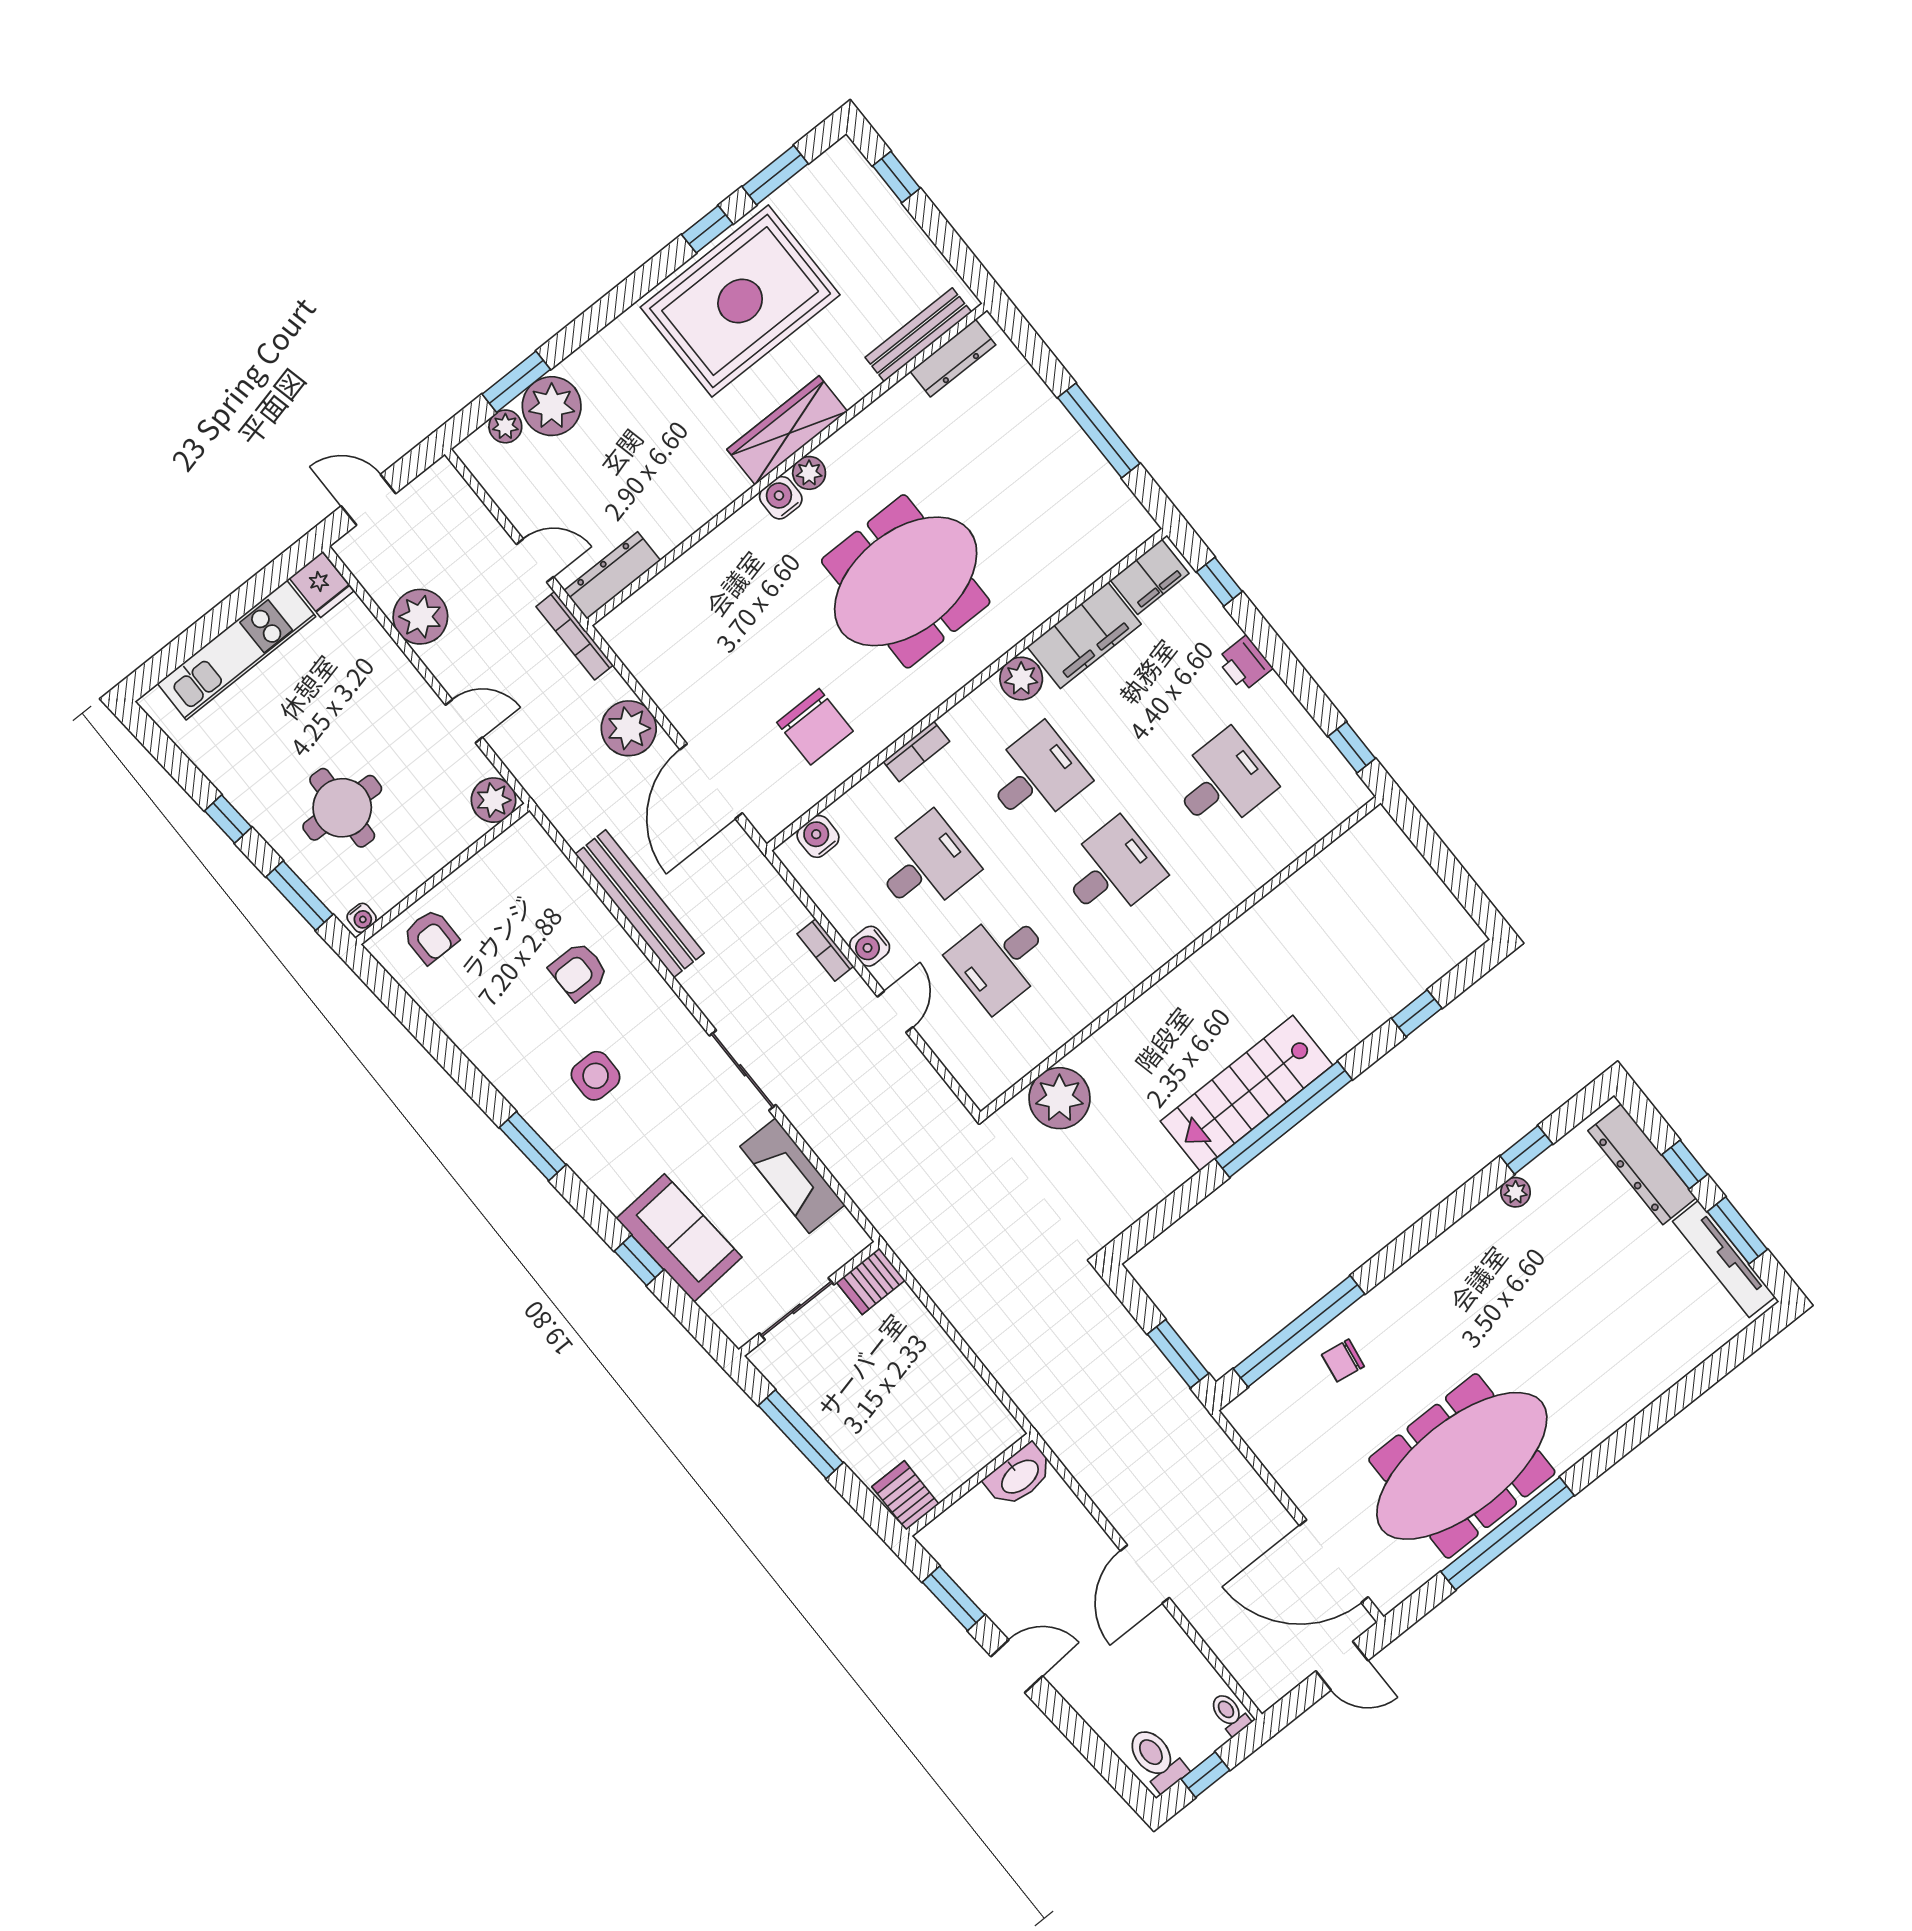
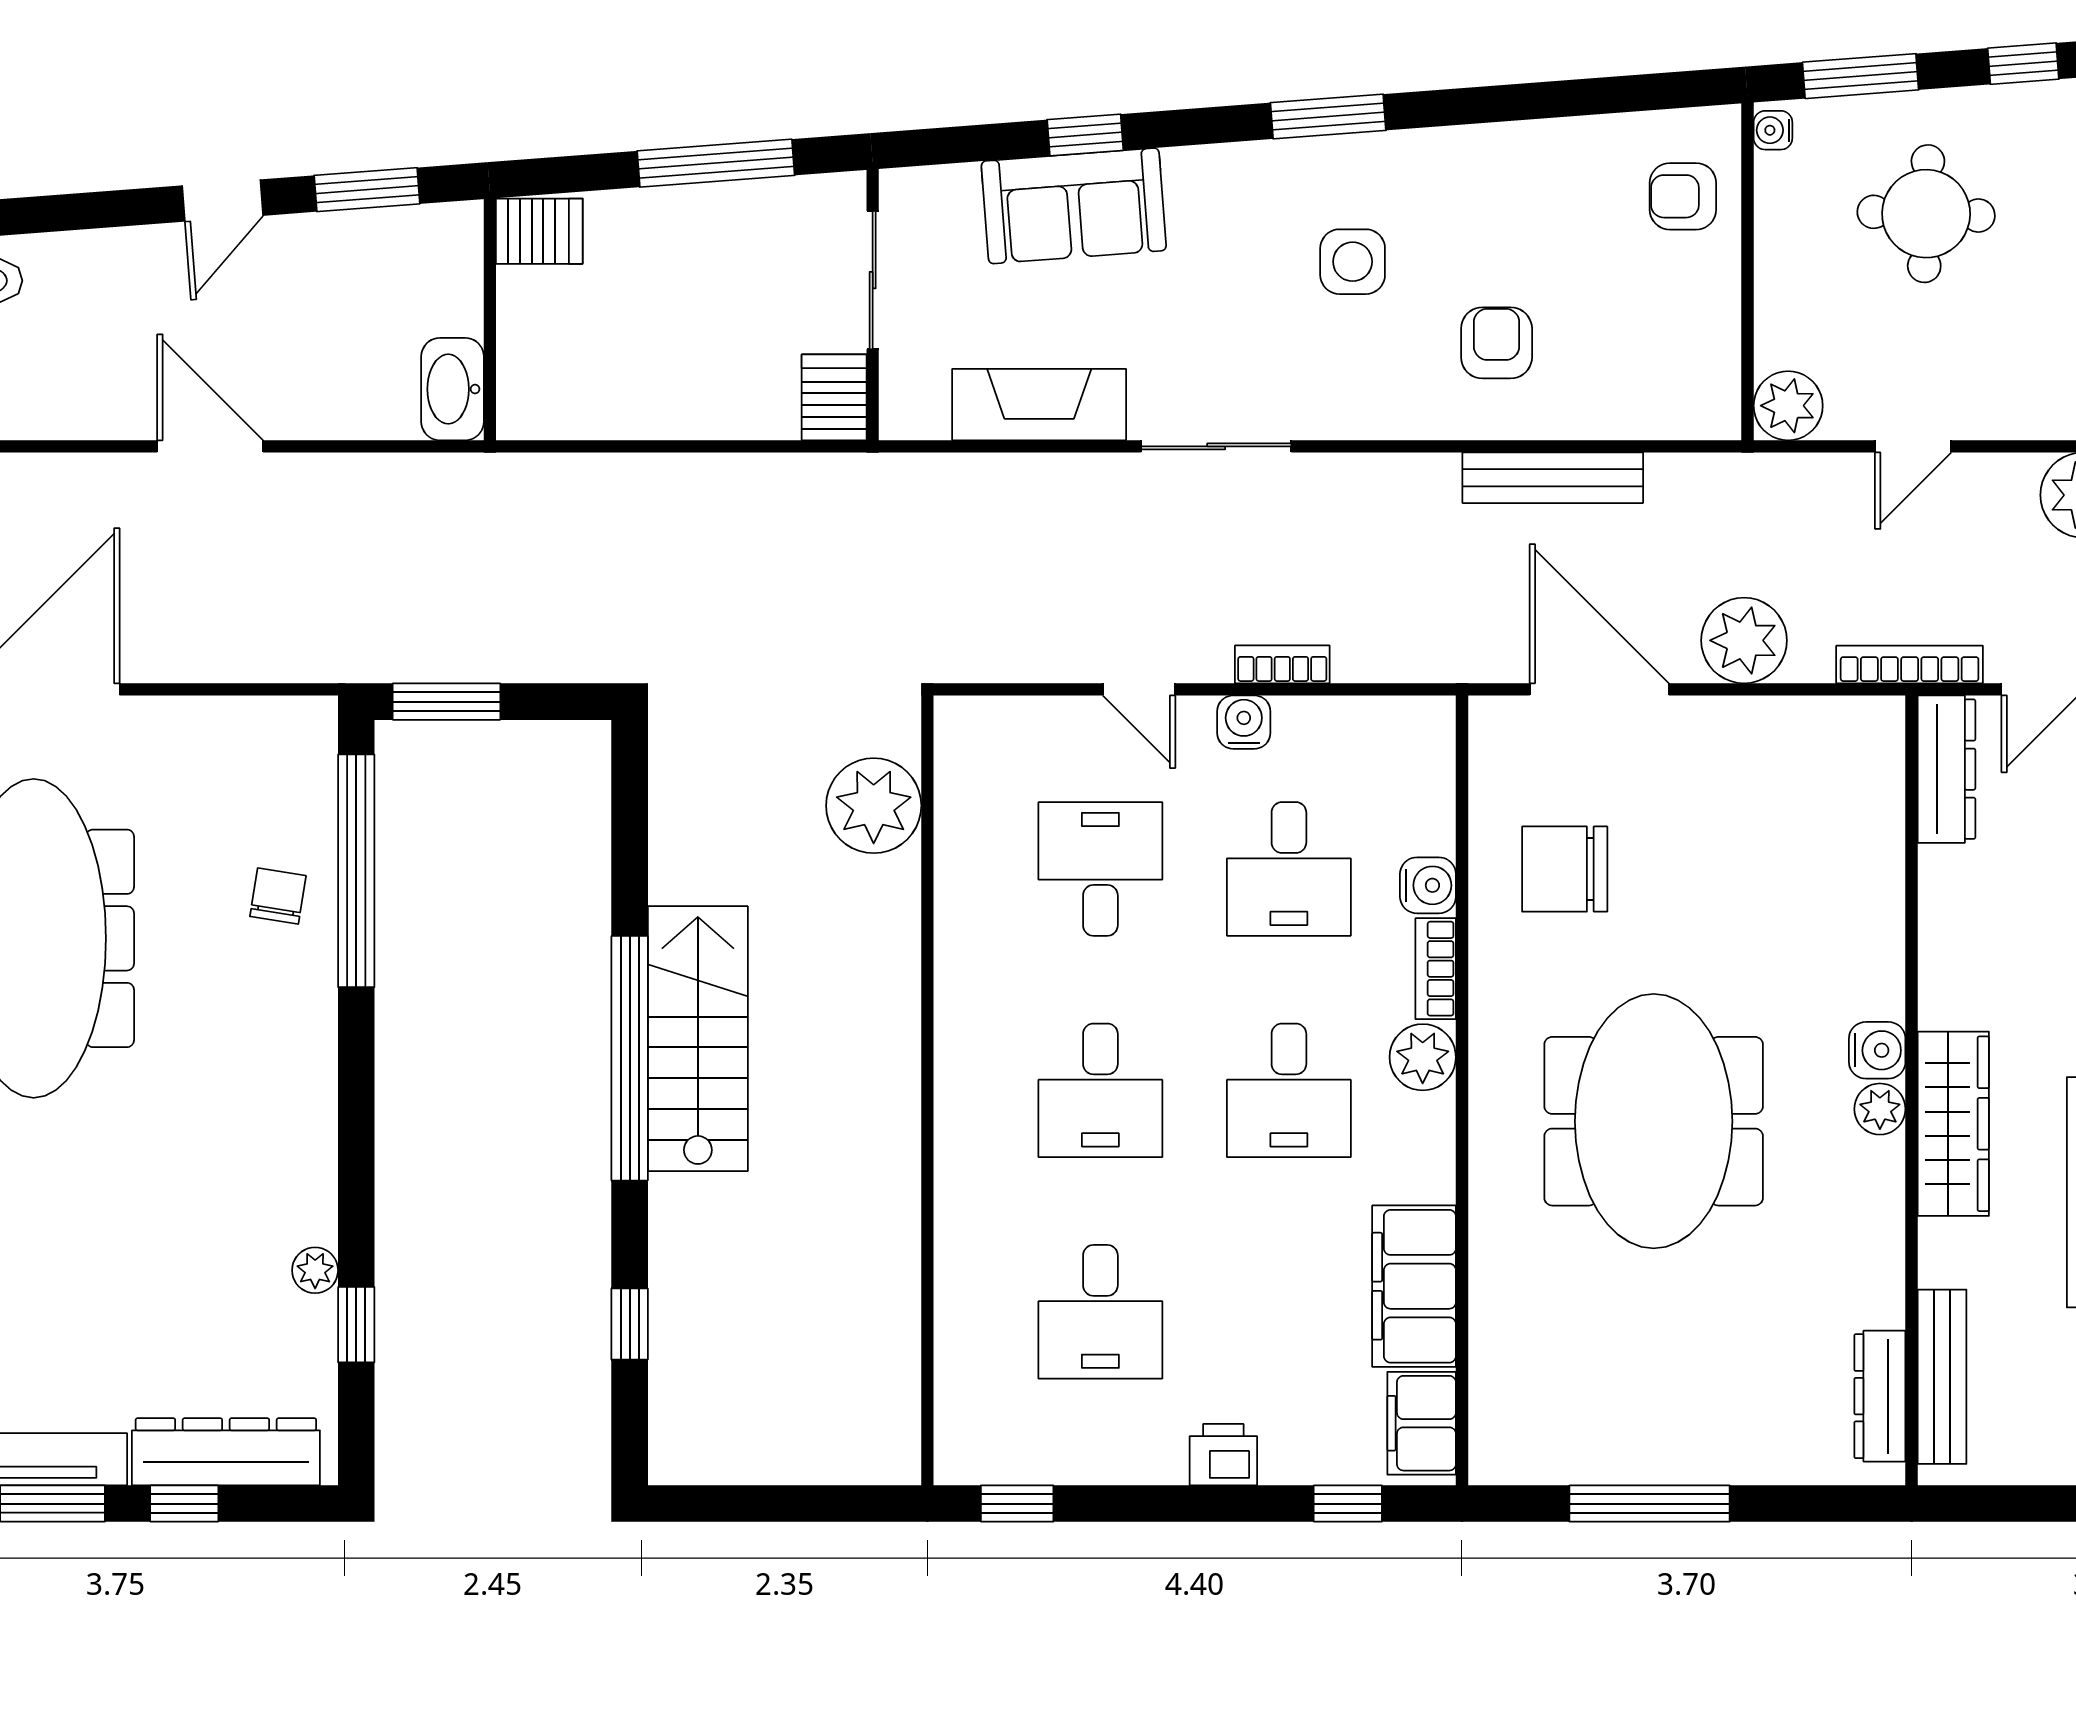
plant: (1021, 679) -> (1423, 1057), moved
water cooler: (818, 836) -> (1428, 885), moved
bench: (640, 904) -> (1553, 478), width x0.73, depth x0.82

